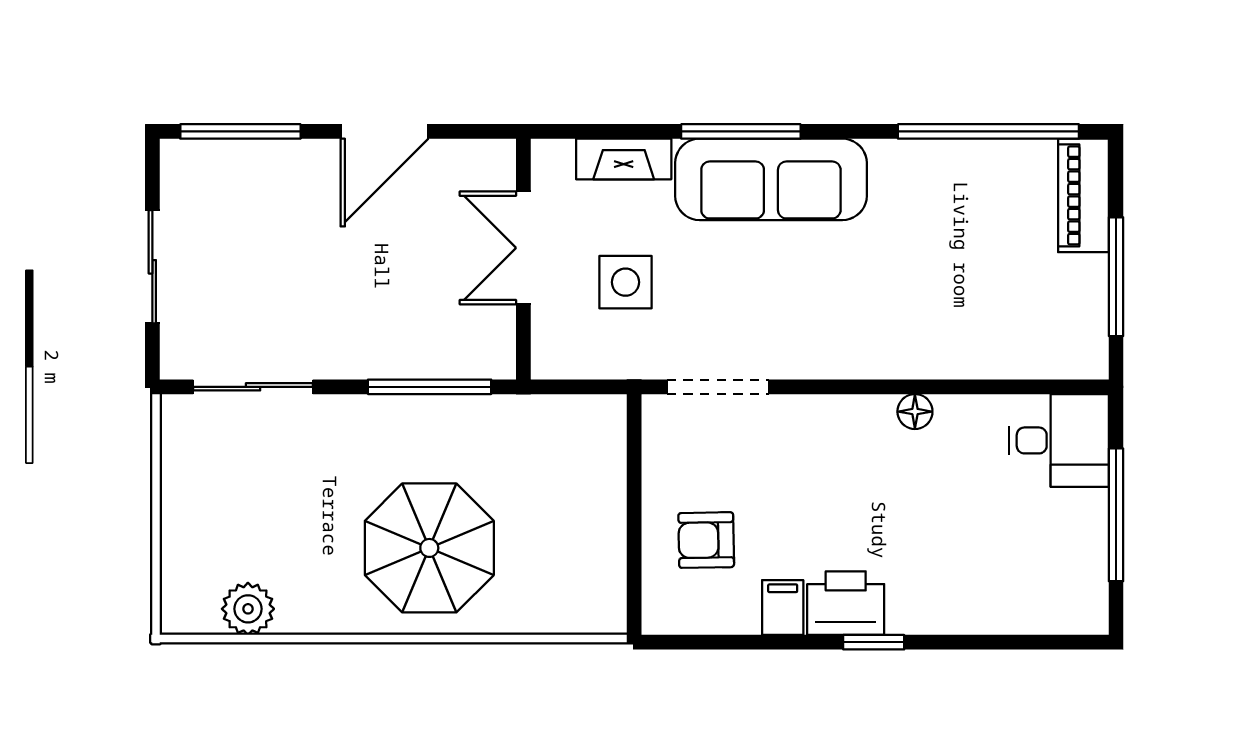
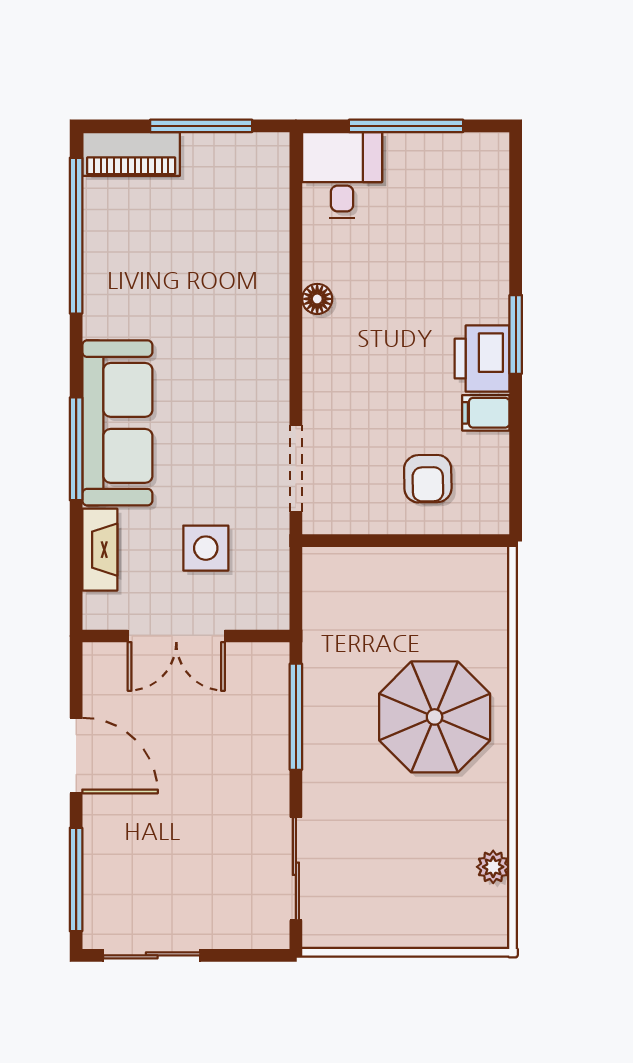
sliding door: (152, 267) -> (152, 955), moved
plant: (248, 609) -> (493, 867), width x0.73, depth x0.73
window: (874, 642) -> (516, 334), width x1.50

